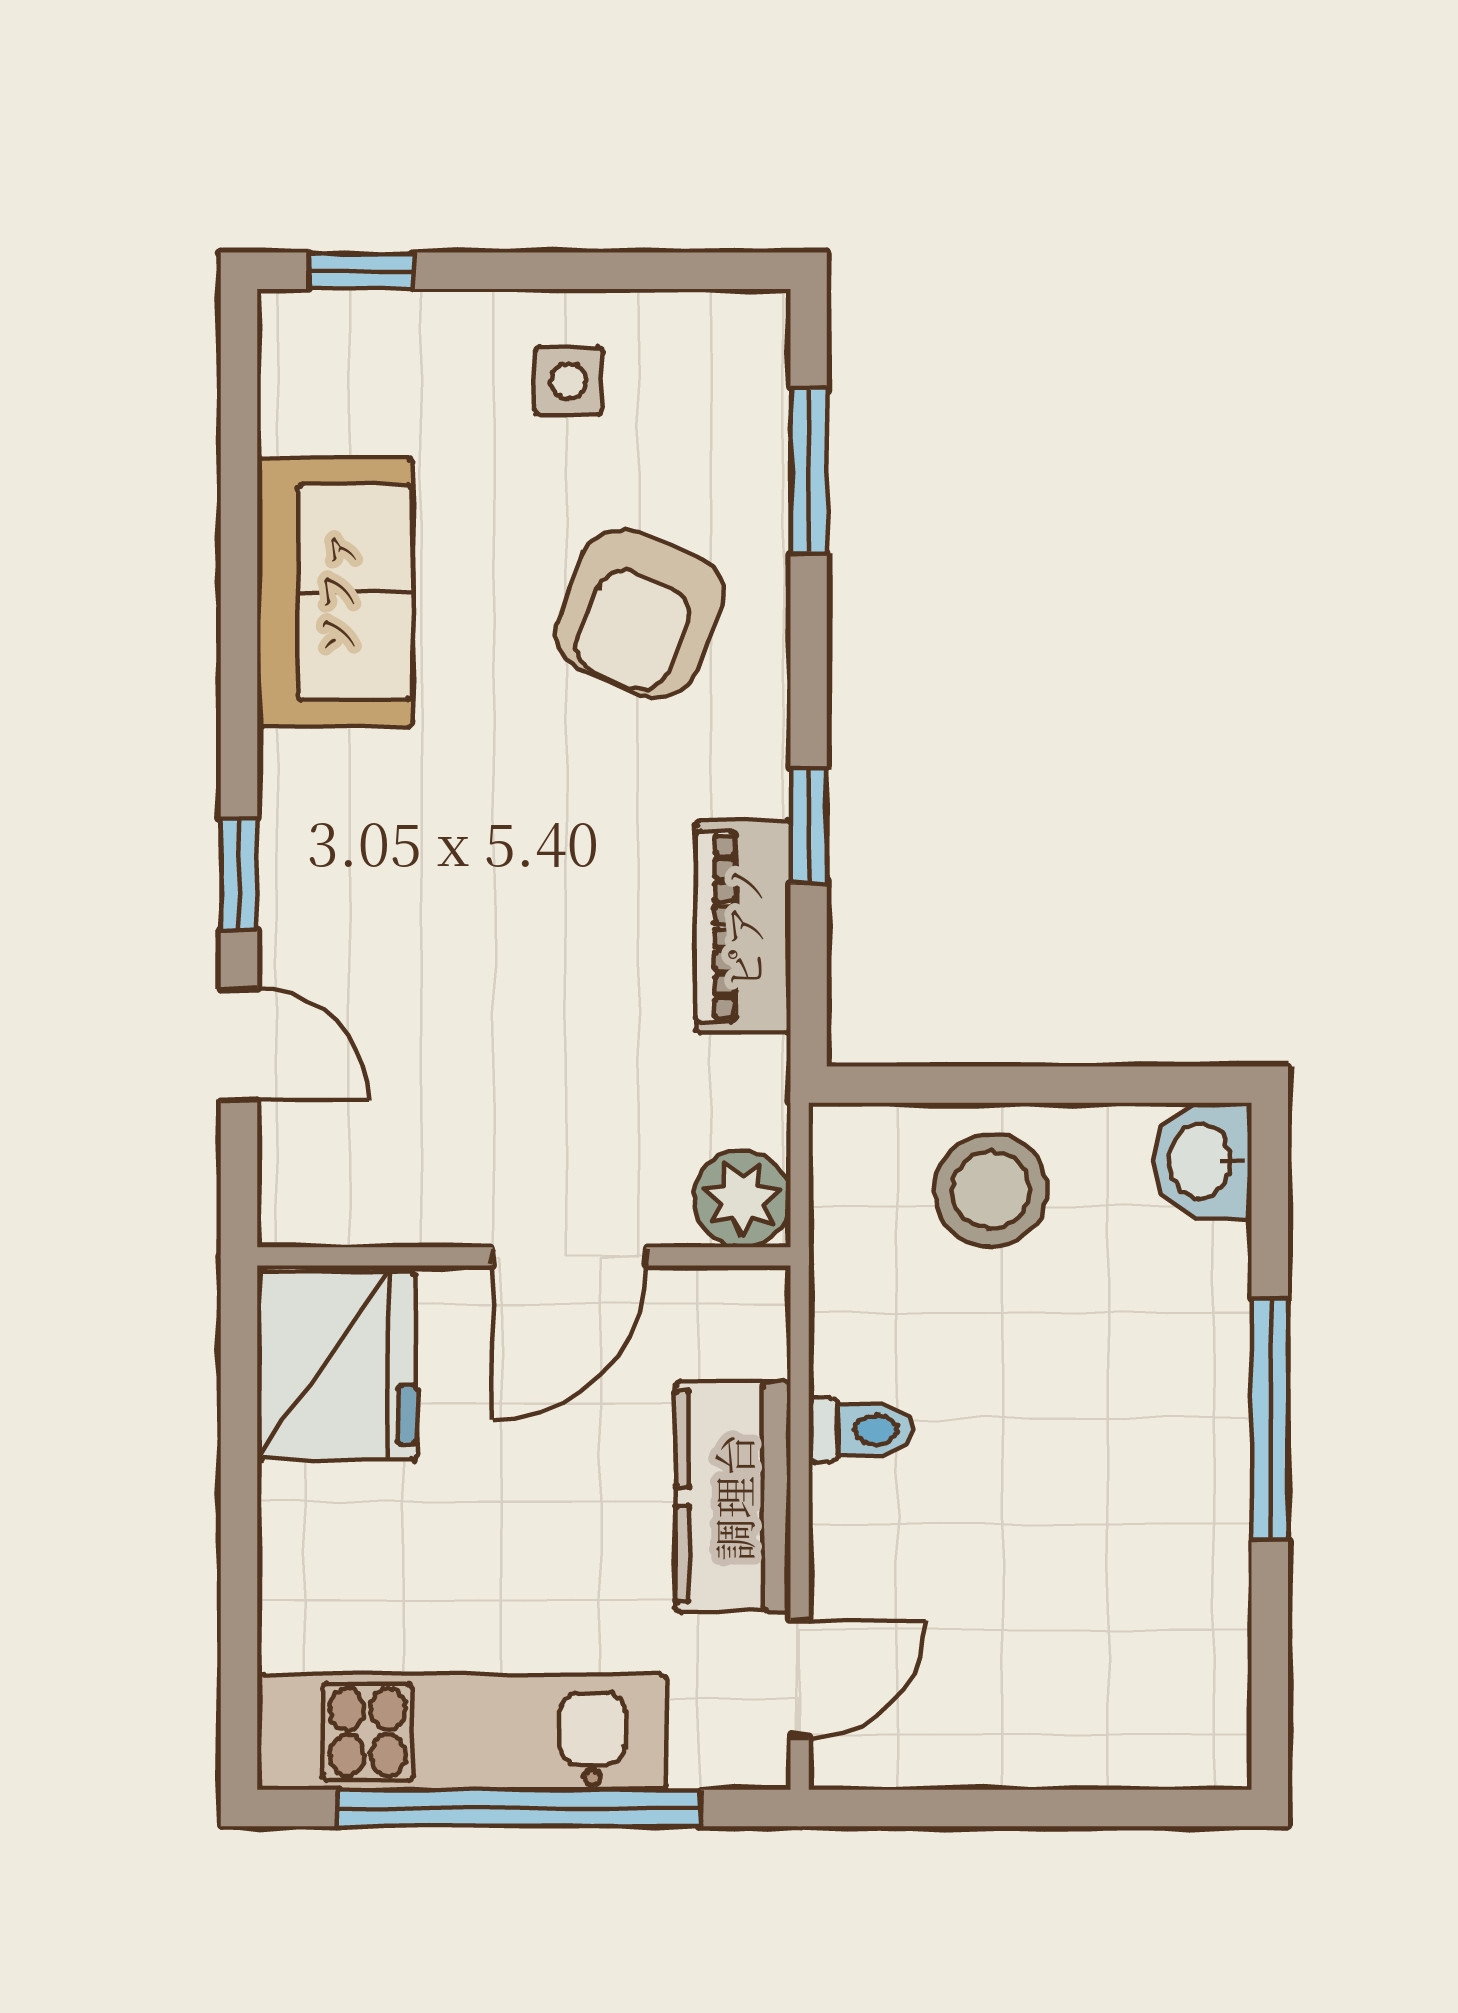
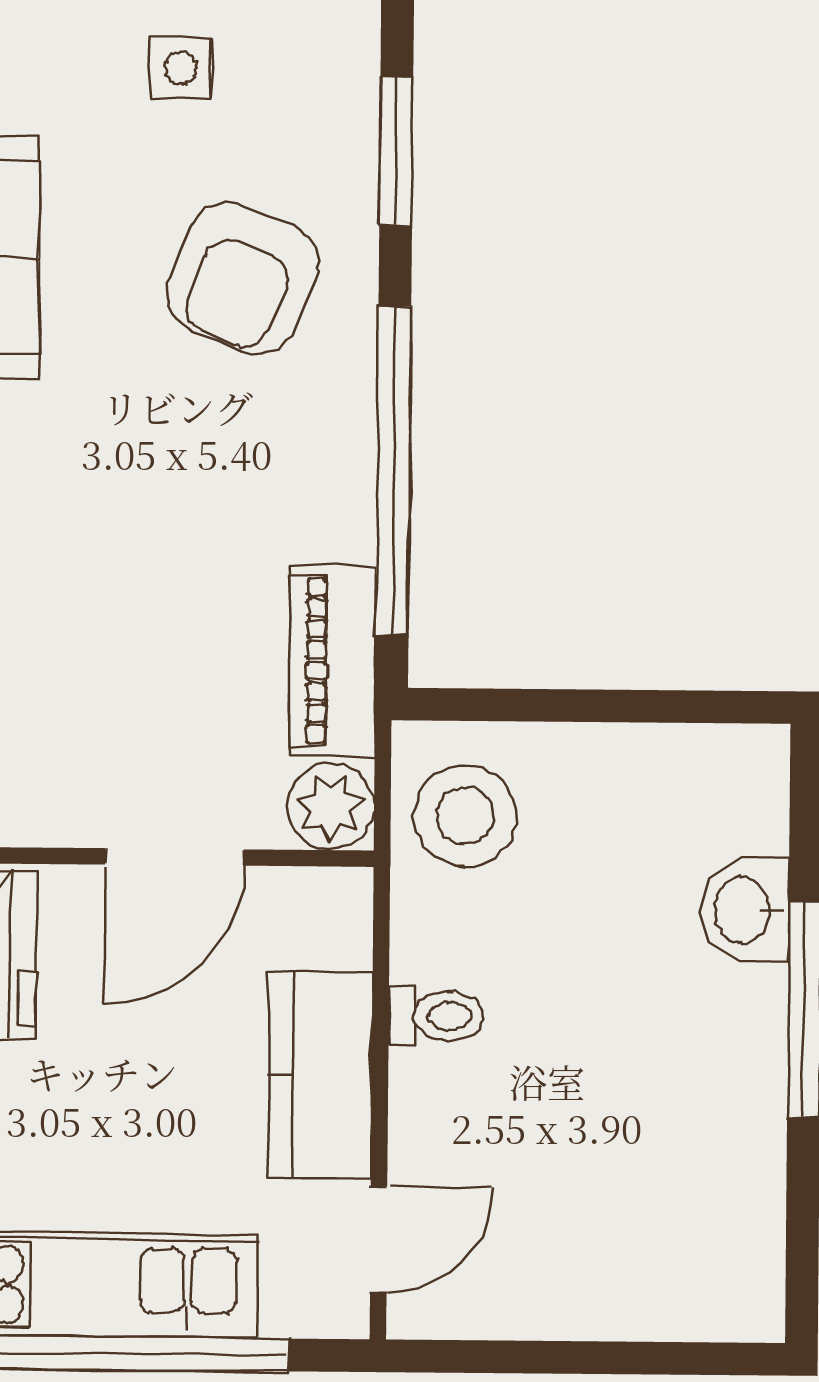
window: (809, 826) -> (393, 471), width x3.17
piano: (743, 926) -> (333, 661), moved
washbasin: (1202, 1161) -> (744, 910), moved
stool: (991, 1190) -> (465, 816), moved

